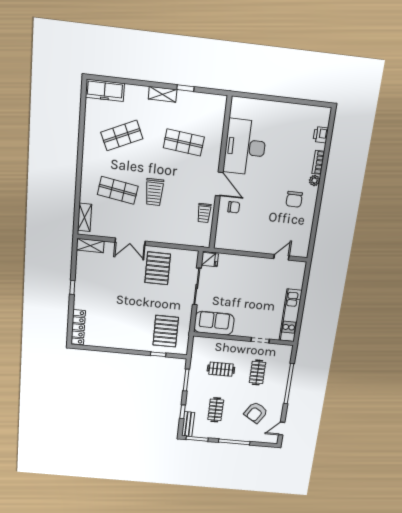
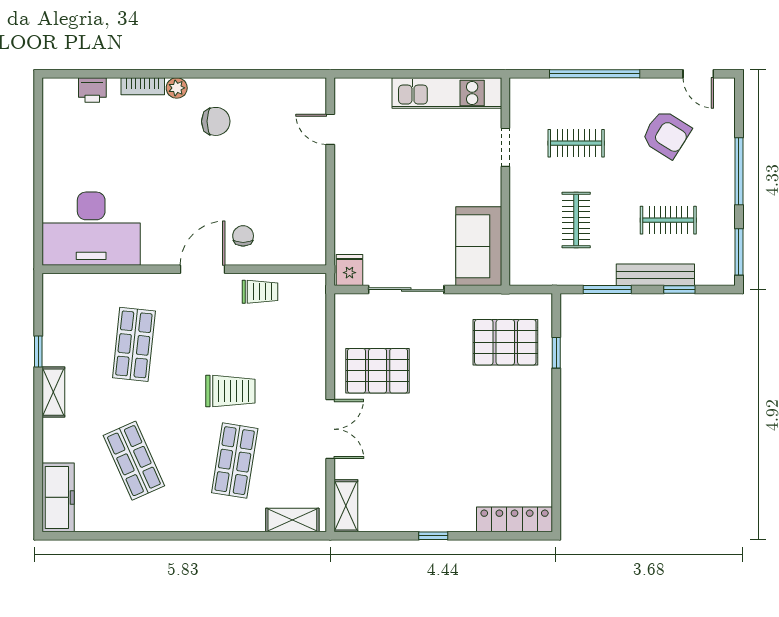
desk: (245, 147) -> (91, 229), moved
bench: (188, 424) -> (655, 275), moved, width x1.36

